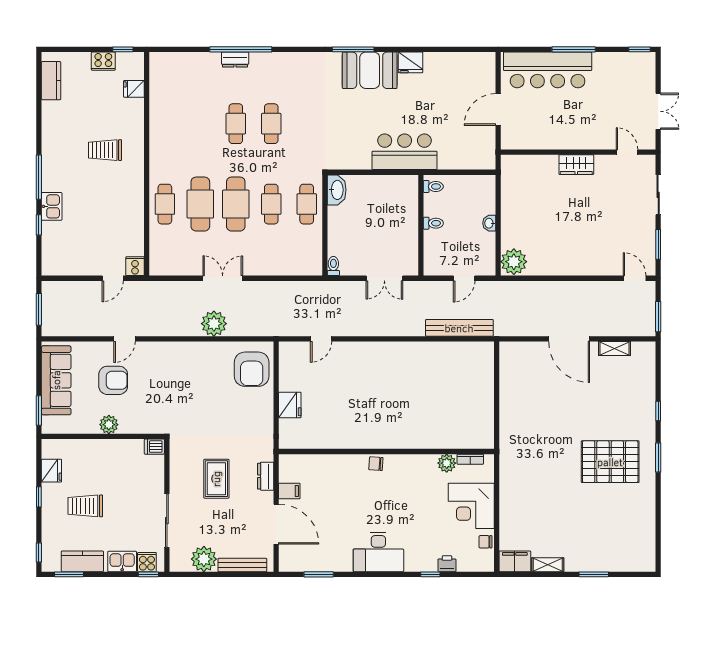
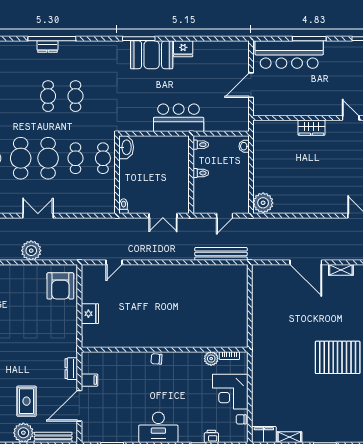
washbasin: (489, 223) -> (244, 146), moved
rug: (216, 479) -> (26, 401), moved
door: (276, 524) -> (79, 406), swing flipped

